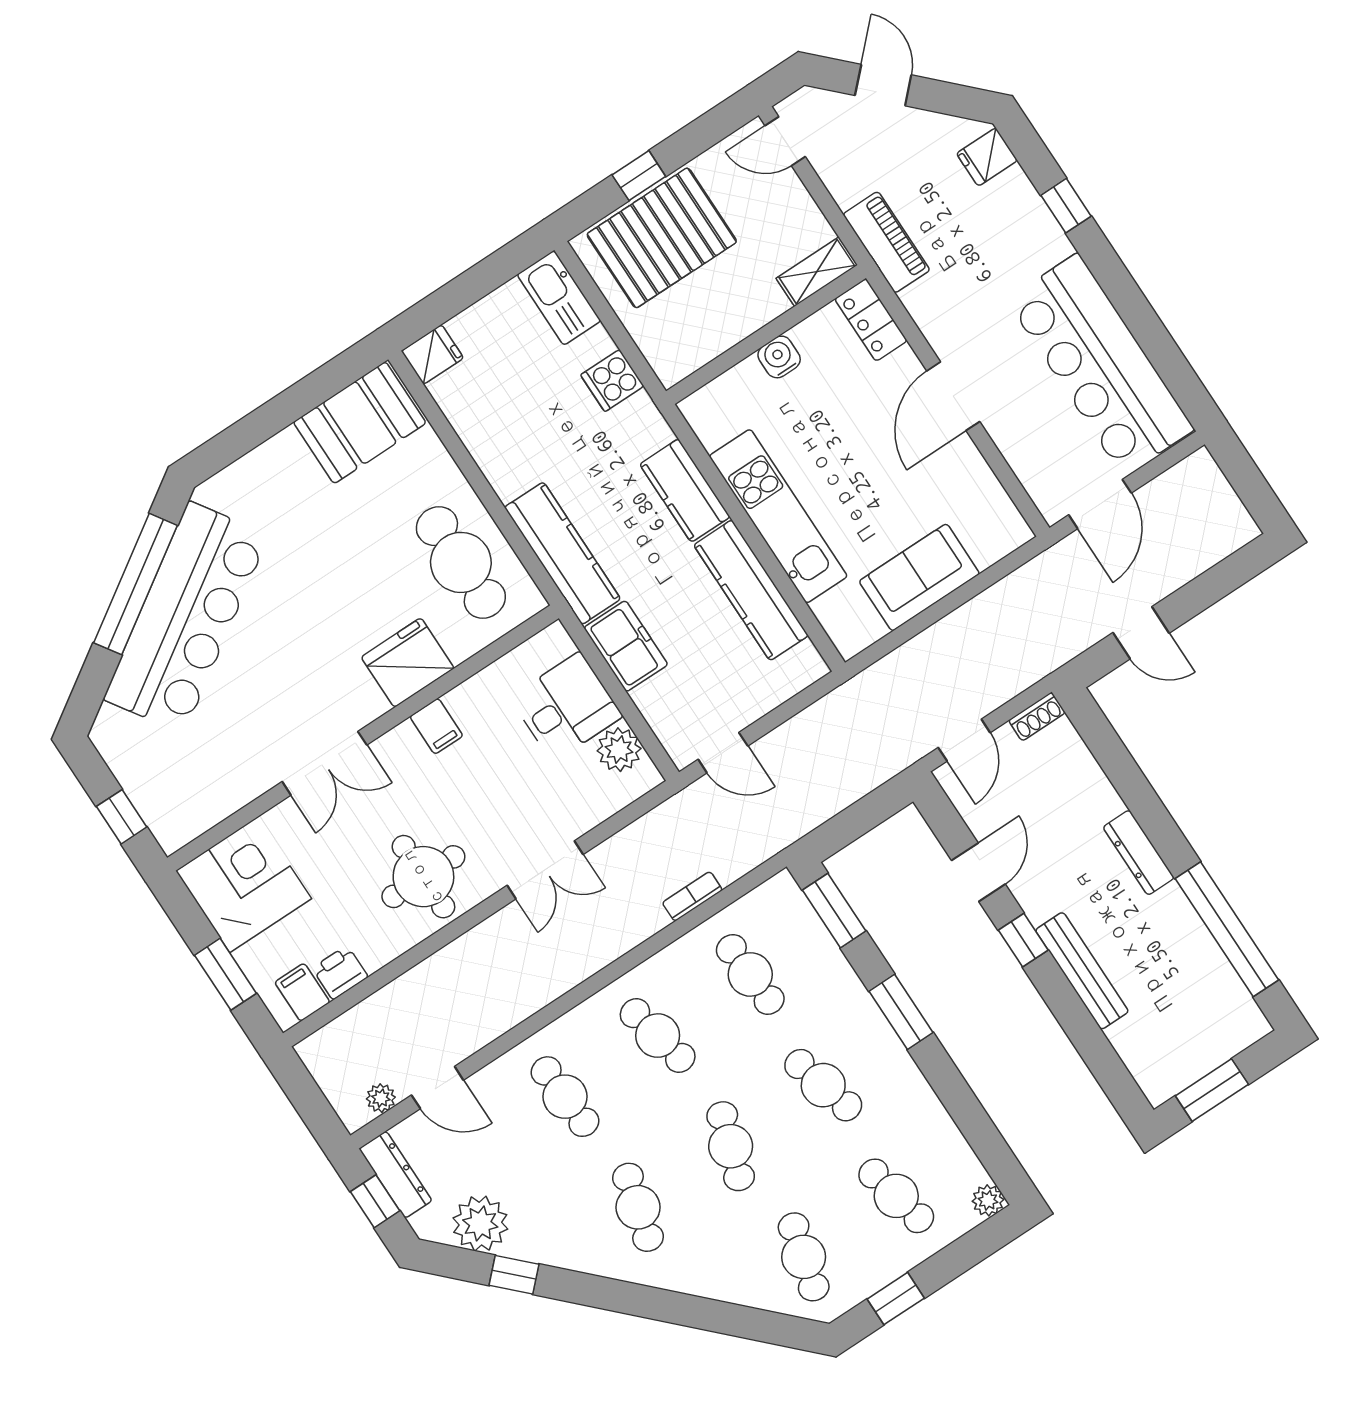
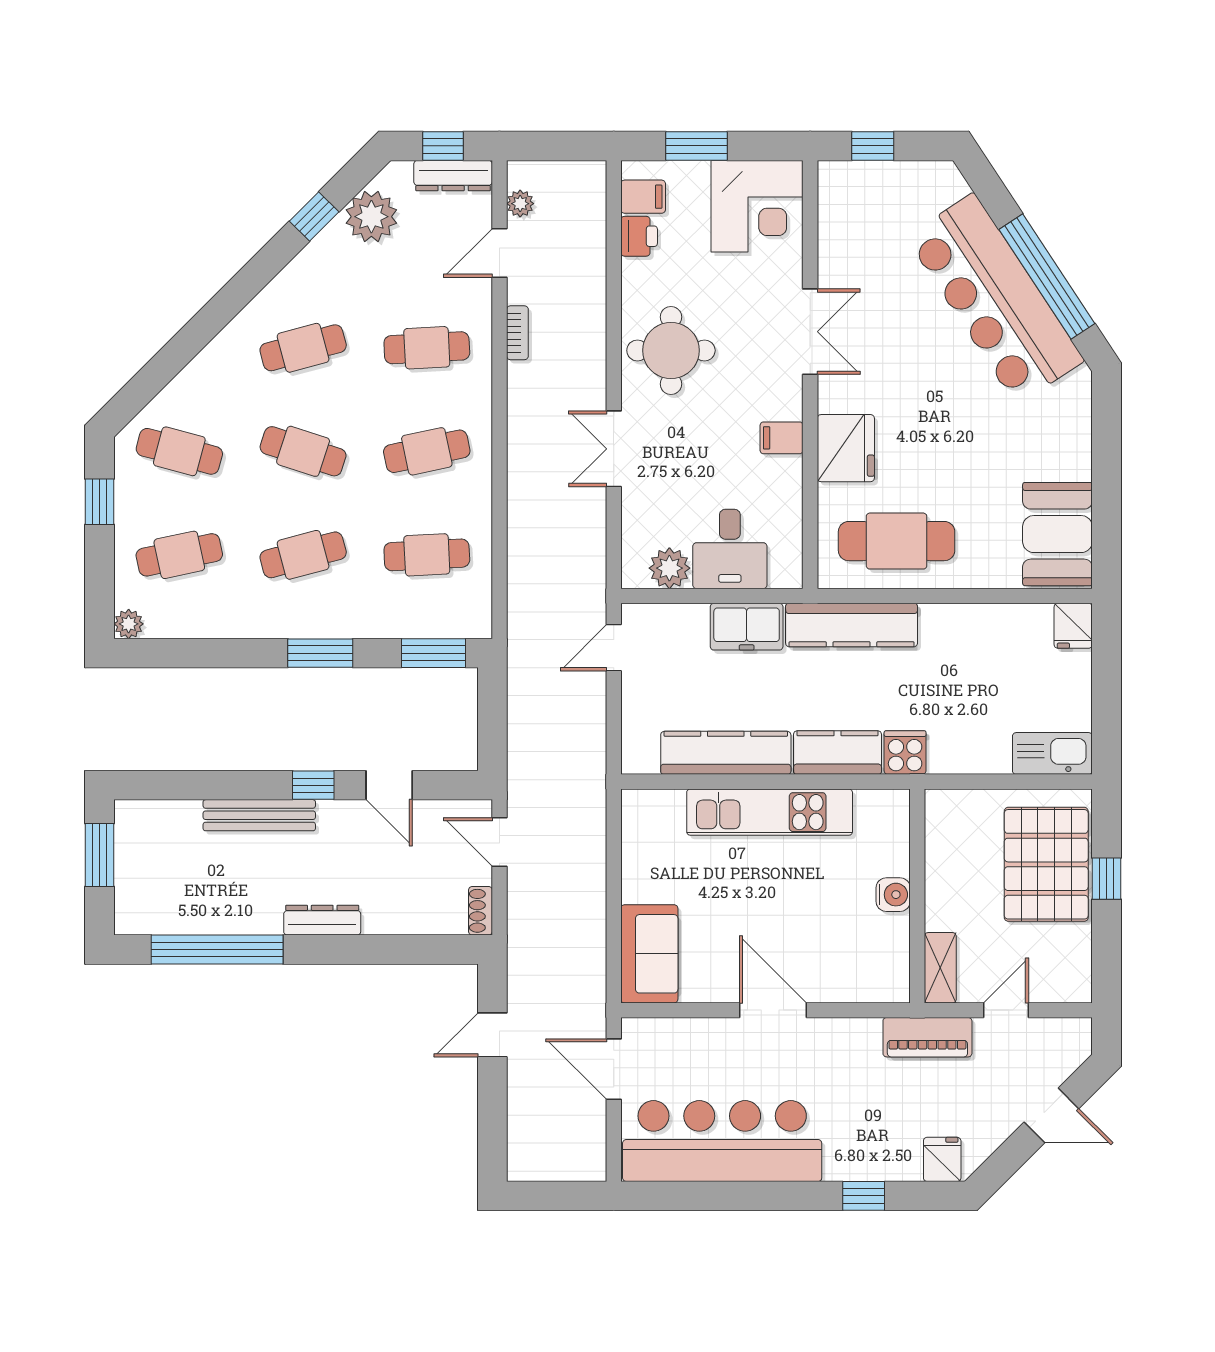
door: (785, 141) -> (1006, 1010), moved
locker: (871, 320) -> (875, 985), removed
cooker: (612, 380) -> (905, 753), moved
sofa: (919, 577) -> (649, 954), moved
double door: (324, 763) -> (810, 332), swing flipped
bookcase: (692, 896) -> (517, 333), moved
cafe table: (638, 1207) -> (303, 348), turned -30

